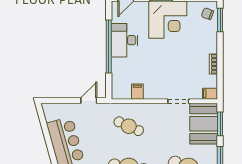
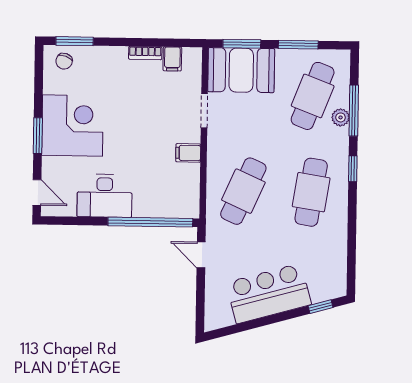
window: (109, 47) -> (150, 222), moved
filing cabinet: (137, 92) -> (188, 153), moved
filing cabinet: (210, 94) -> (172, 59), moved
cafe table: (129, 126) -> (243, 191), width x1.37, depth x1.35

